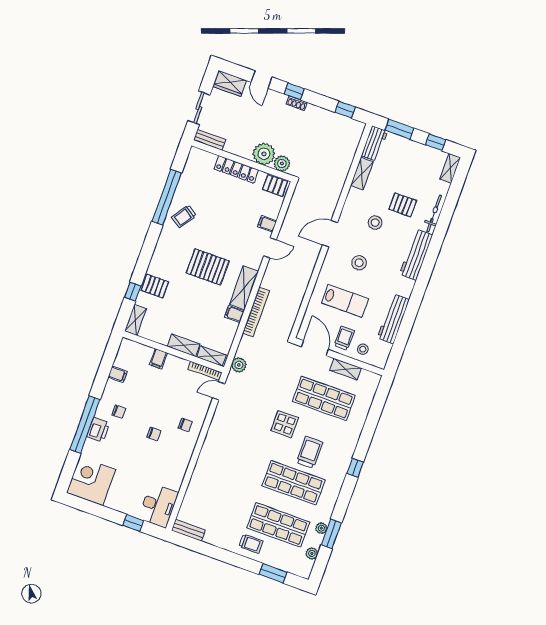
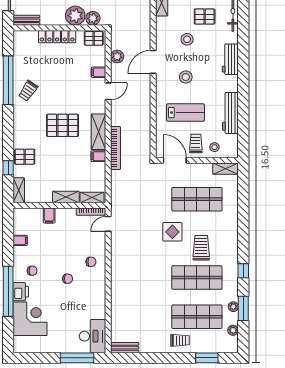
workbench: (416, 255) -> (230, 59), width x0.73
plant: (239, 365) -> (117, 56), moved
shelving: (346, 369) -> (226, 169), moved
window: (355, 468) -> (243, 271), moved
corner desk: (91, 481) -> (30, 319), moved, turned 90
window: (133, 523) -> (77, 358), width x2.17

